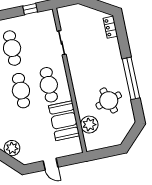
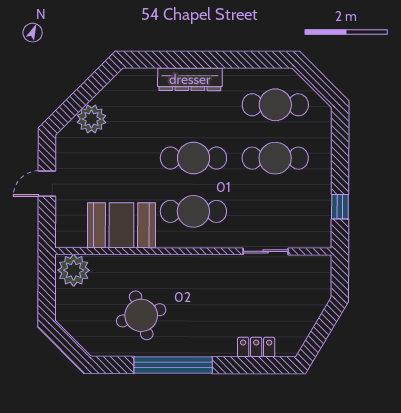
locker: (110, 27) -> (256, 347), moved
plant: (89, 125) -> (74, 270), moved

